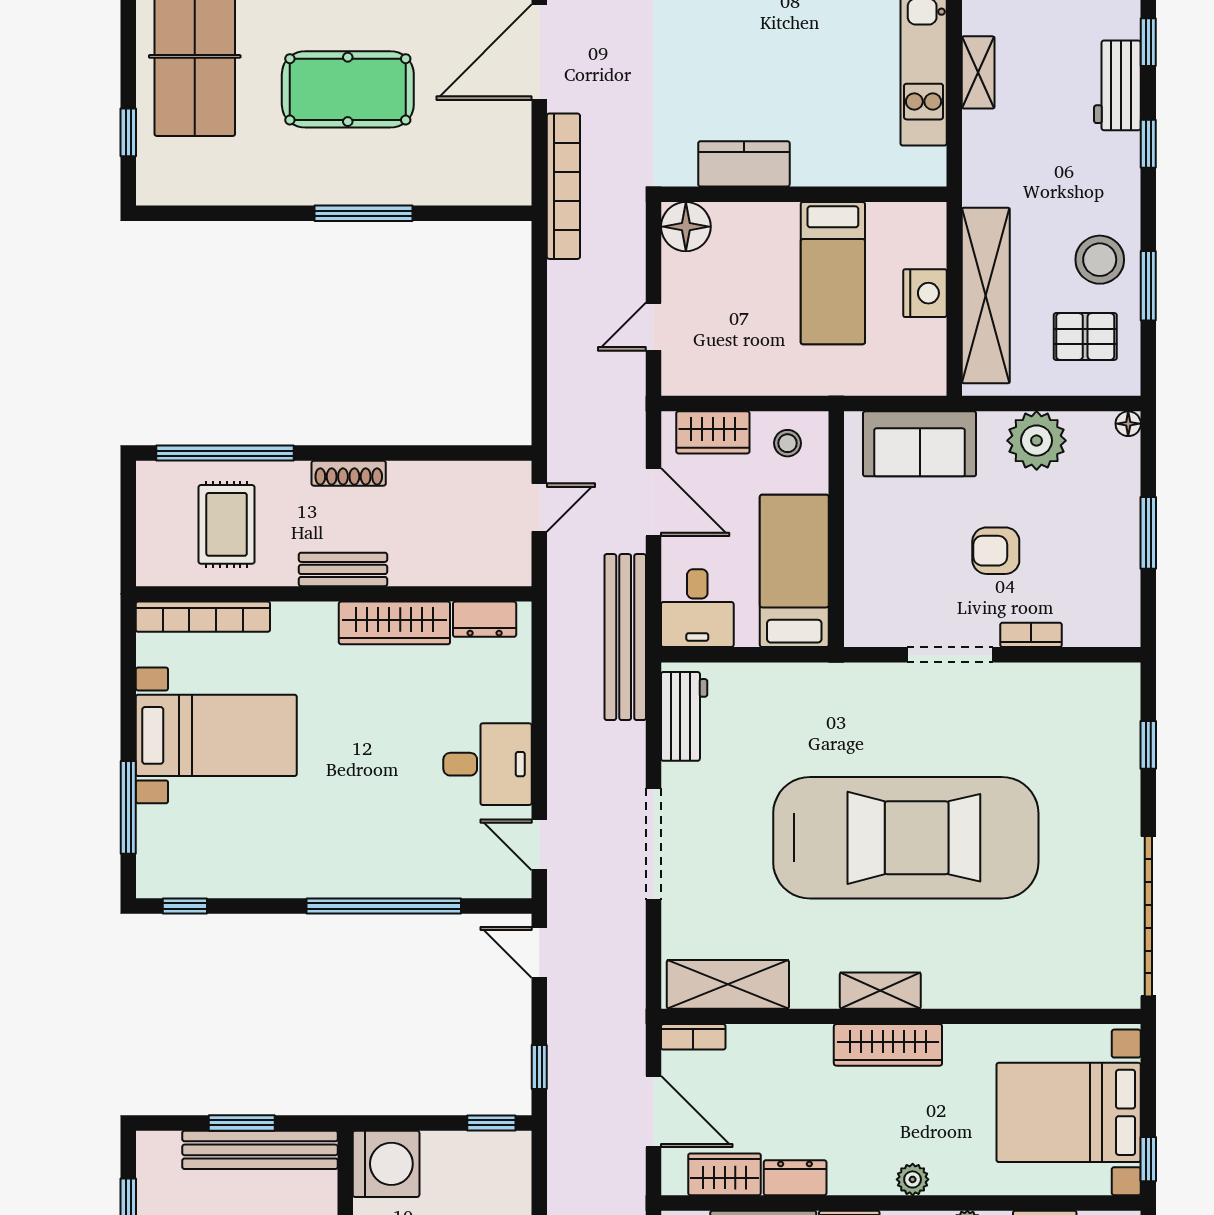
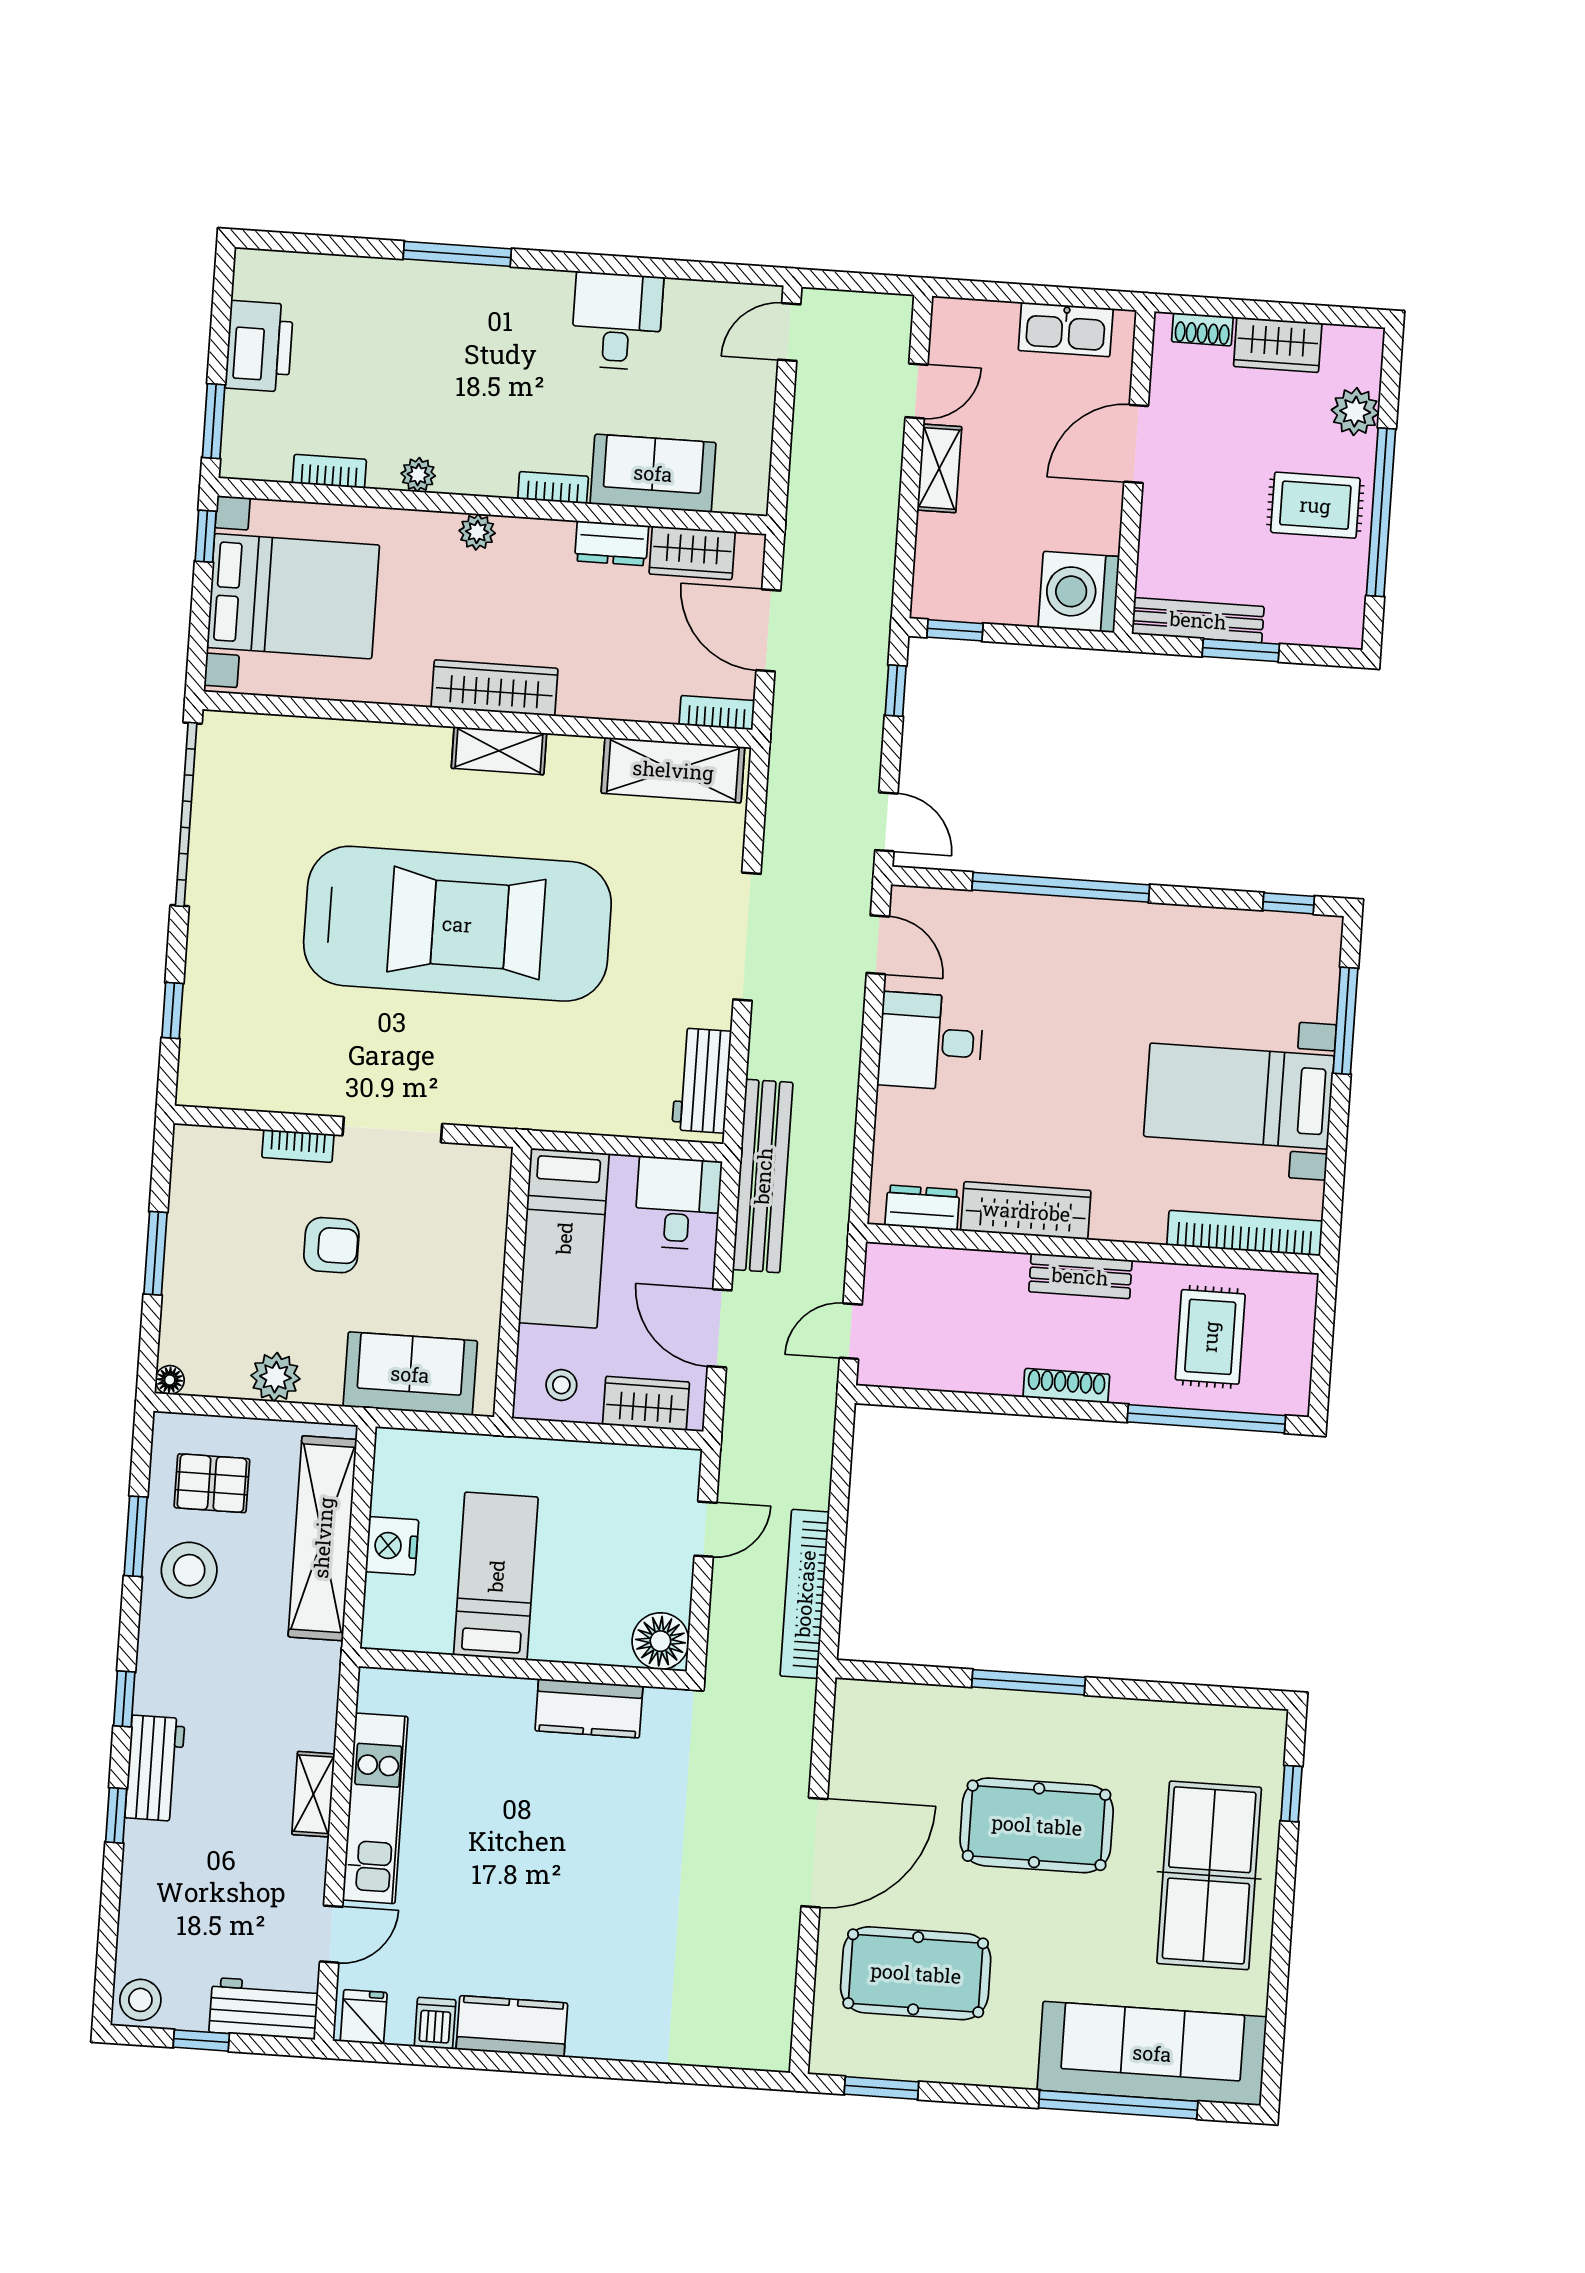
bookcase: (563, 186) -> (805, 1594), moved
plant: (1037, 441) -> (275, 1377), width x0.73, depth x0.73
car: (906, 838) -> (457, 924), turned 180
bench: (260, 1150) -> (1198, 620), width x0.73, depth x0.82

